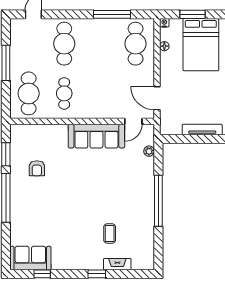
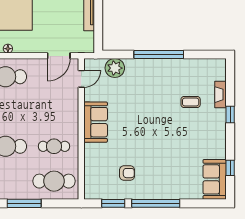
door: (133, 121) -> (81, 79), hinge flipped
sofa: (96, 136) -> (96, 122), width x0.73
plant: (149, 151) -> (115, 68), width x1.87, depth x1.87

